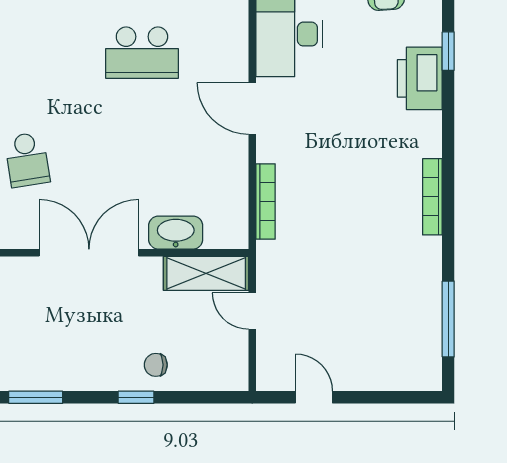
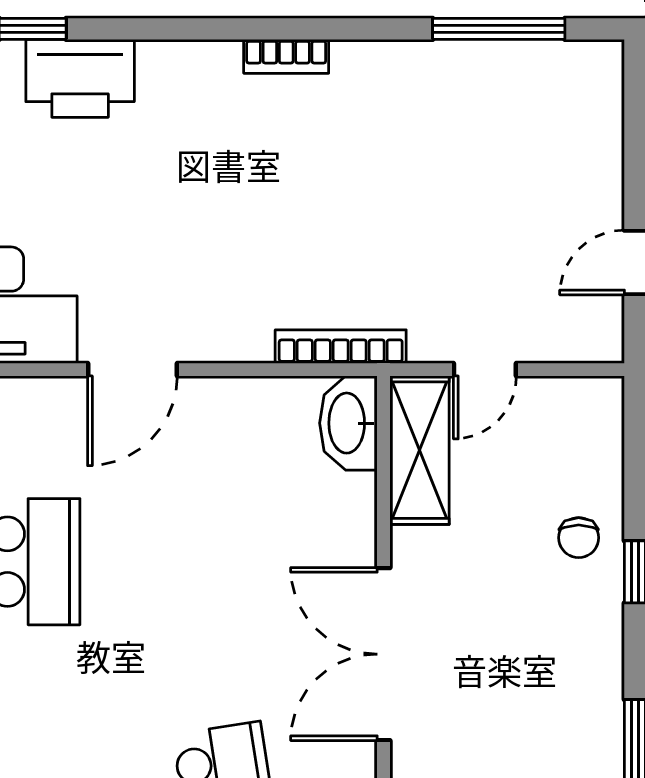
bookcase: (432, 197) -> (286, 56), width x0.64
bookcase: (266, 201) -> (341, 347), moved
washbasin: (176, 233) -> (348, 423), moved

